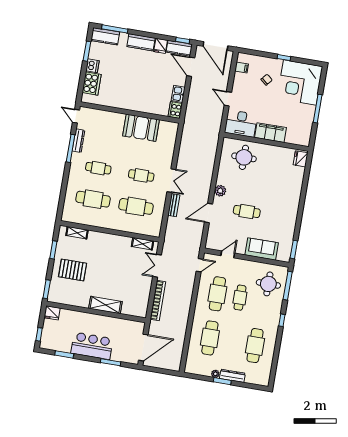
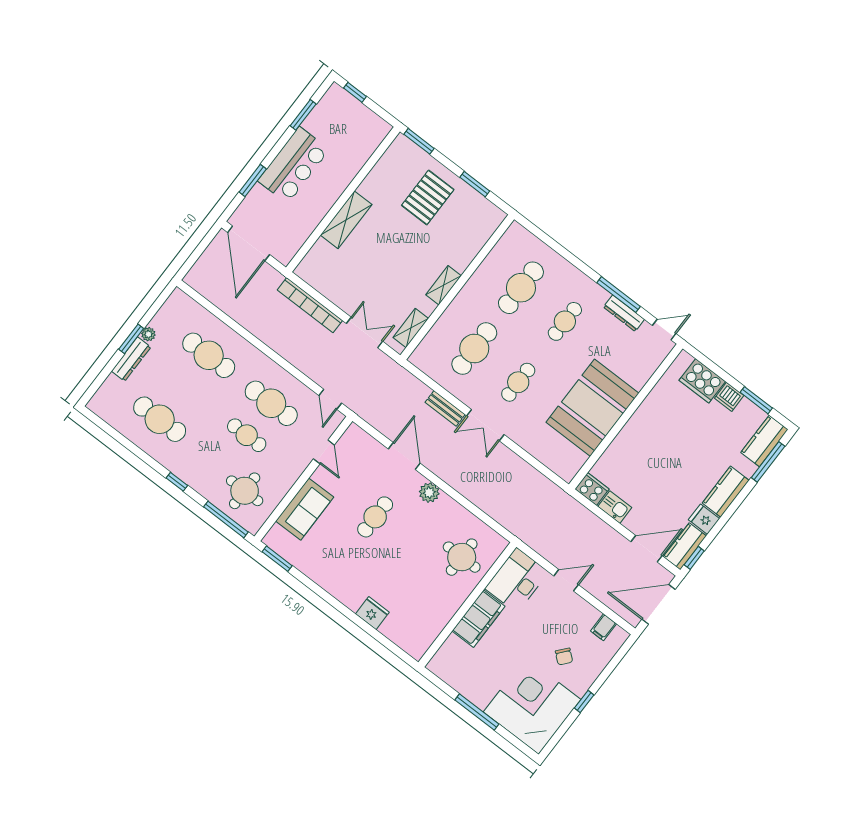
booth: (141, 128) -> (592, 408), width x1.36, depth x1.42
fridge: (301, 159) -> (372, 613), moved
shelving: (77, 233) -> (443, 285), moved
fridge: (52, 313) -> (378, 130), removed

